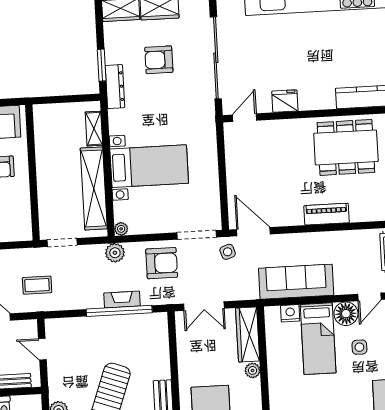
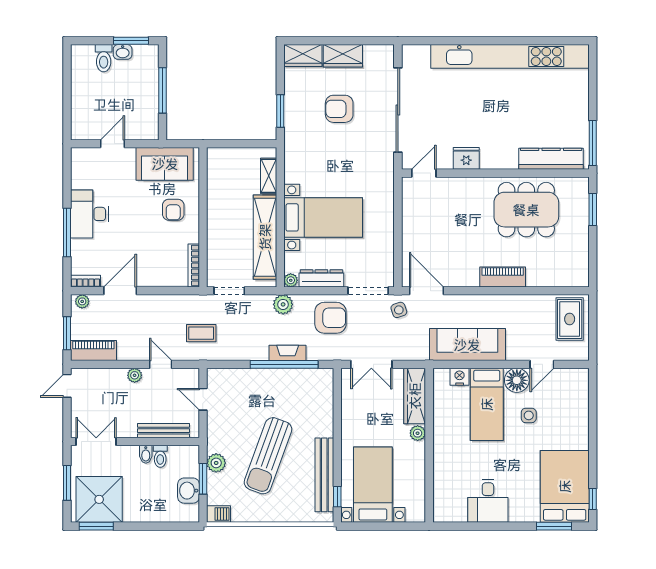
dresser: (115, 87) -> (321, 278), moved, turned -90
bookcase: (26, 220) -> (194, 265), added

